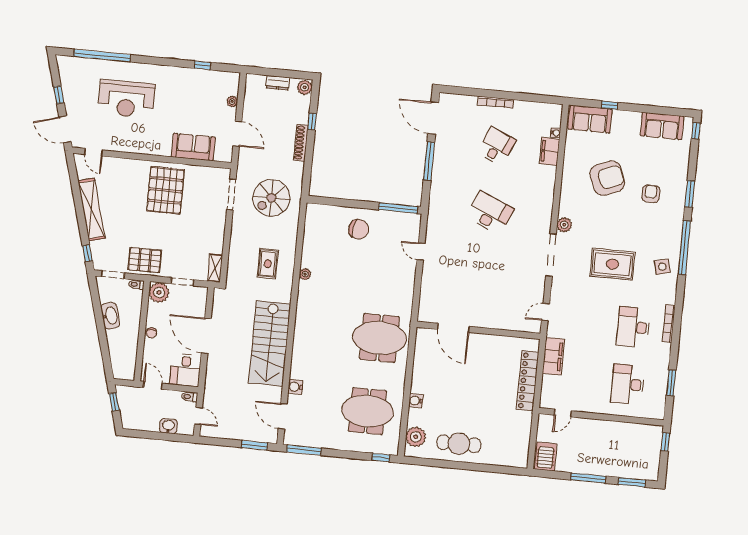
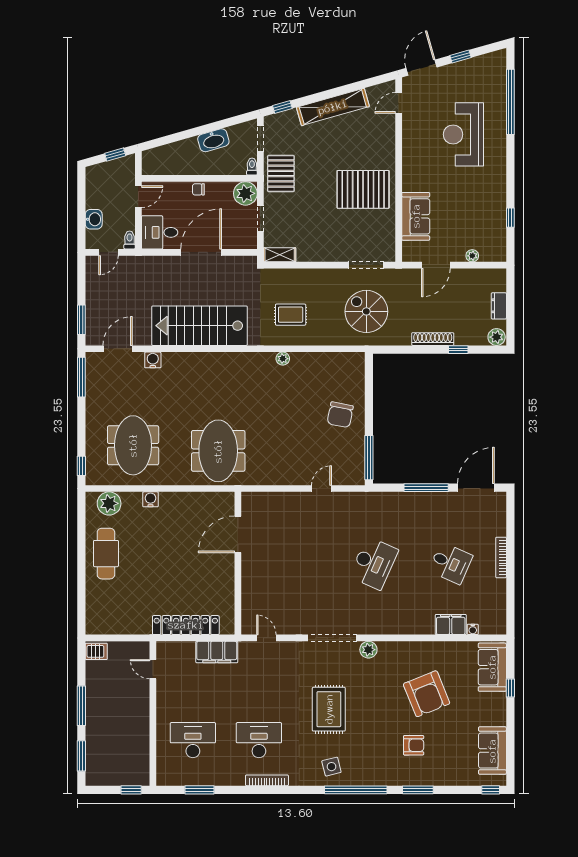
server rack: (546, 457) -> (96, 651), width x0.73, depth x0.70

